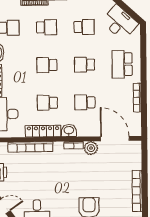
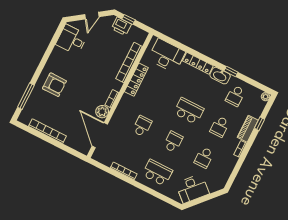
school desk: (47, 65) -> (189, 111), width x1.85
school desk: (47, 103) -> (158, 95), removed
washbasin: (69, 131) -> (126, 101), removed
door: (115, 139) -> (100, 135), swing flipped

